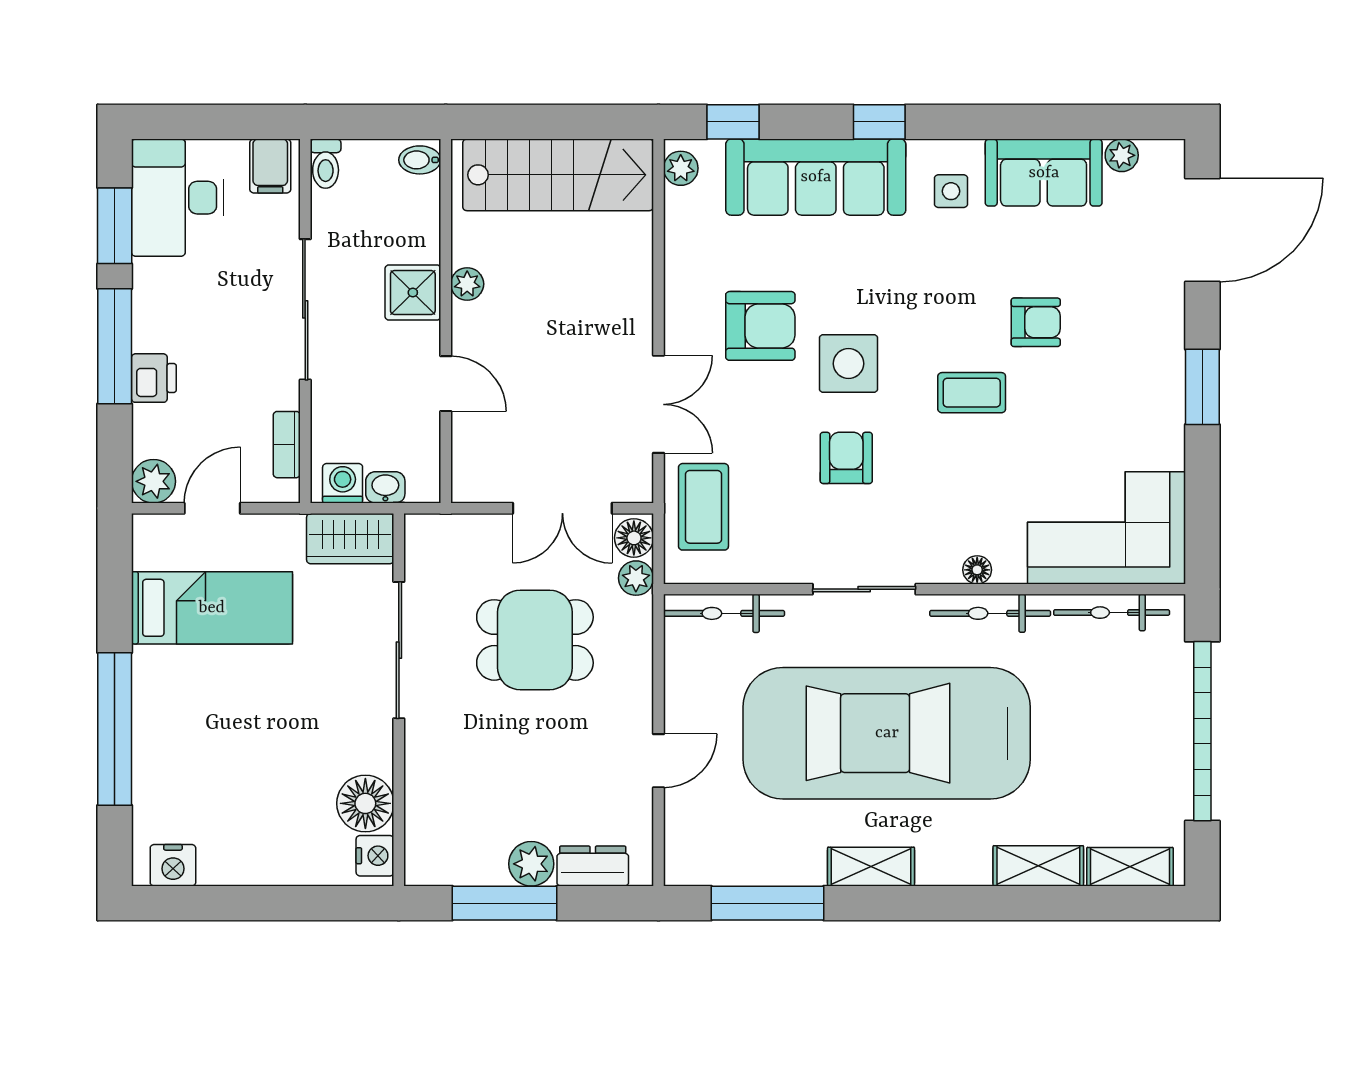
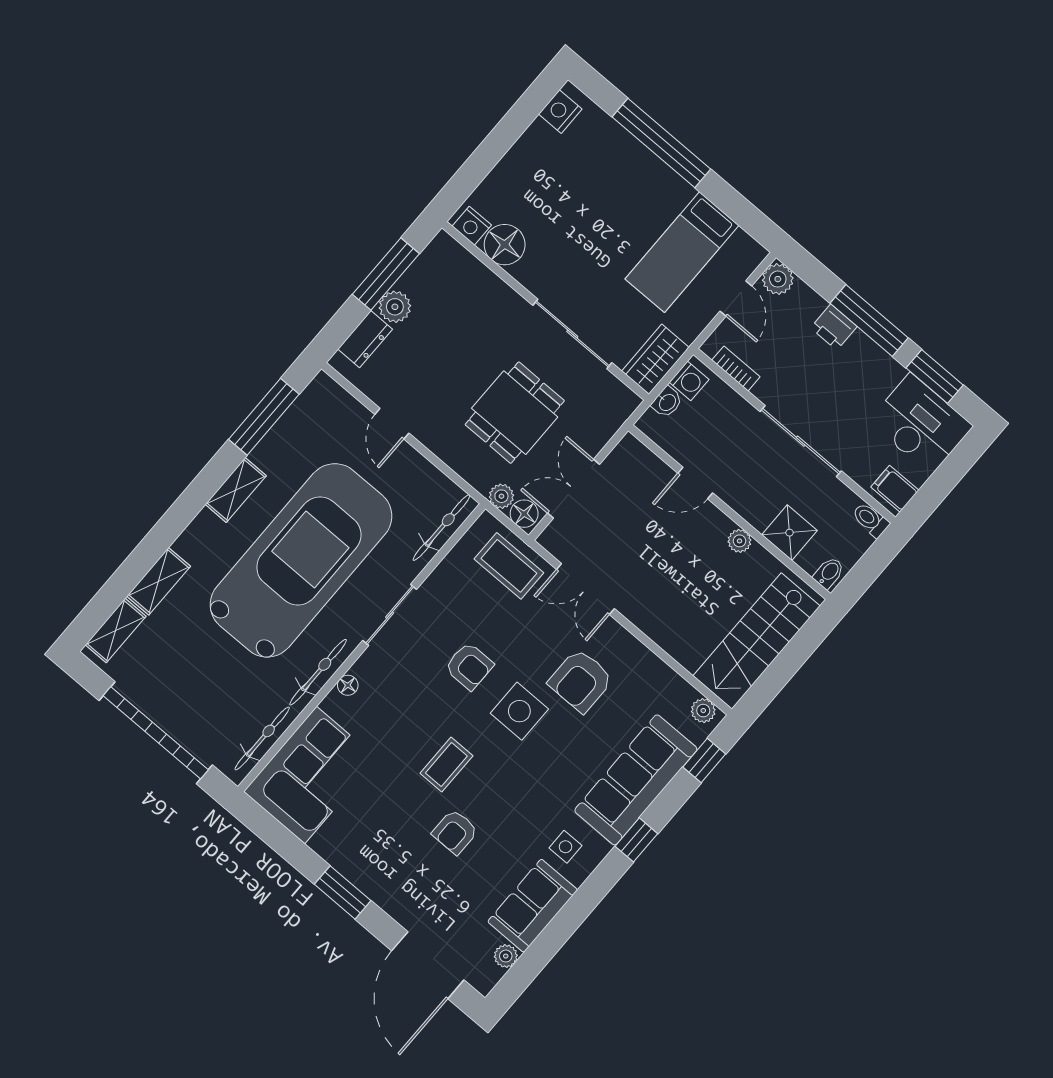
shower: (413, 293) -> (789, 533), moved

